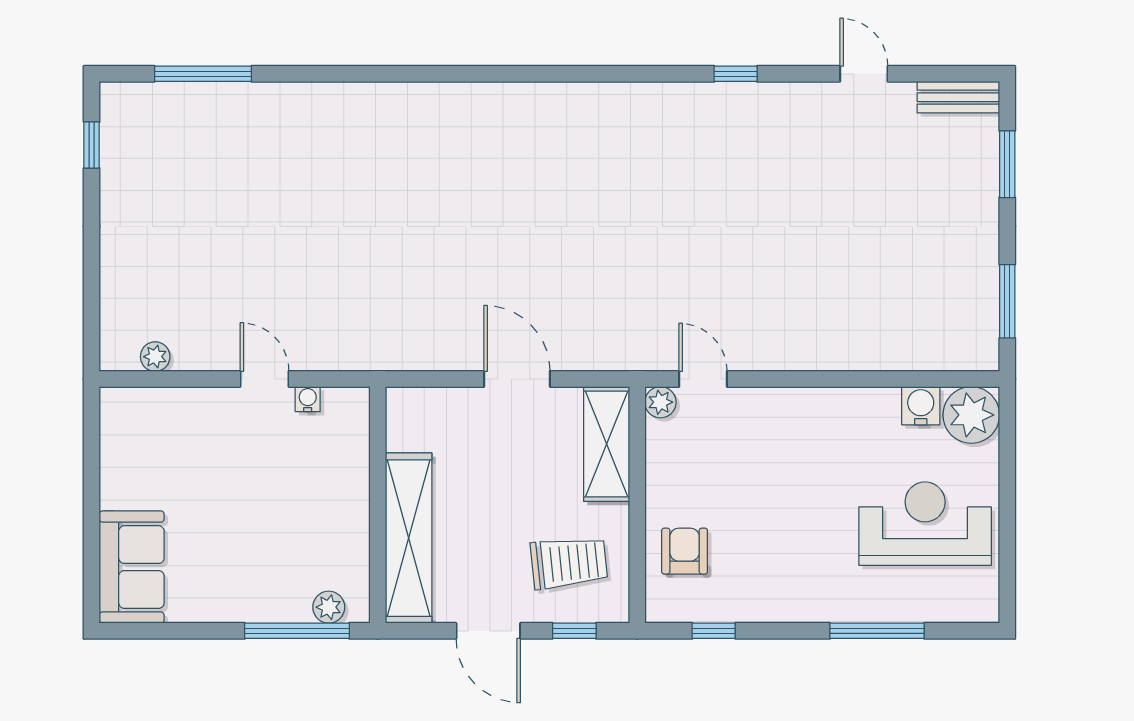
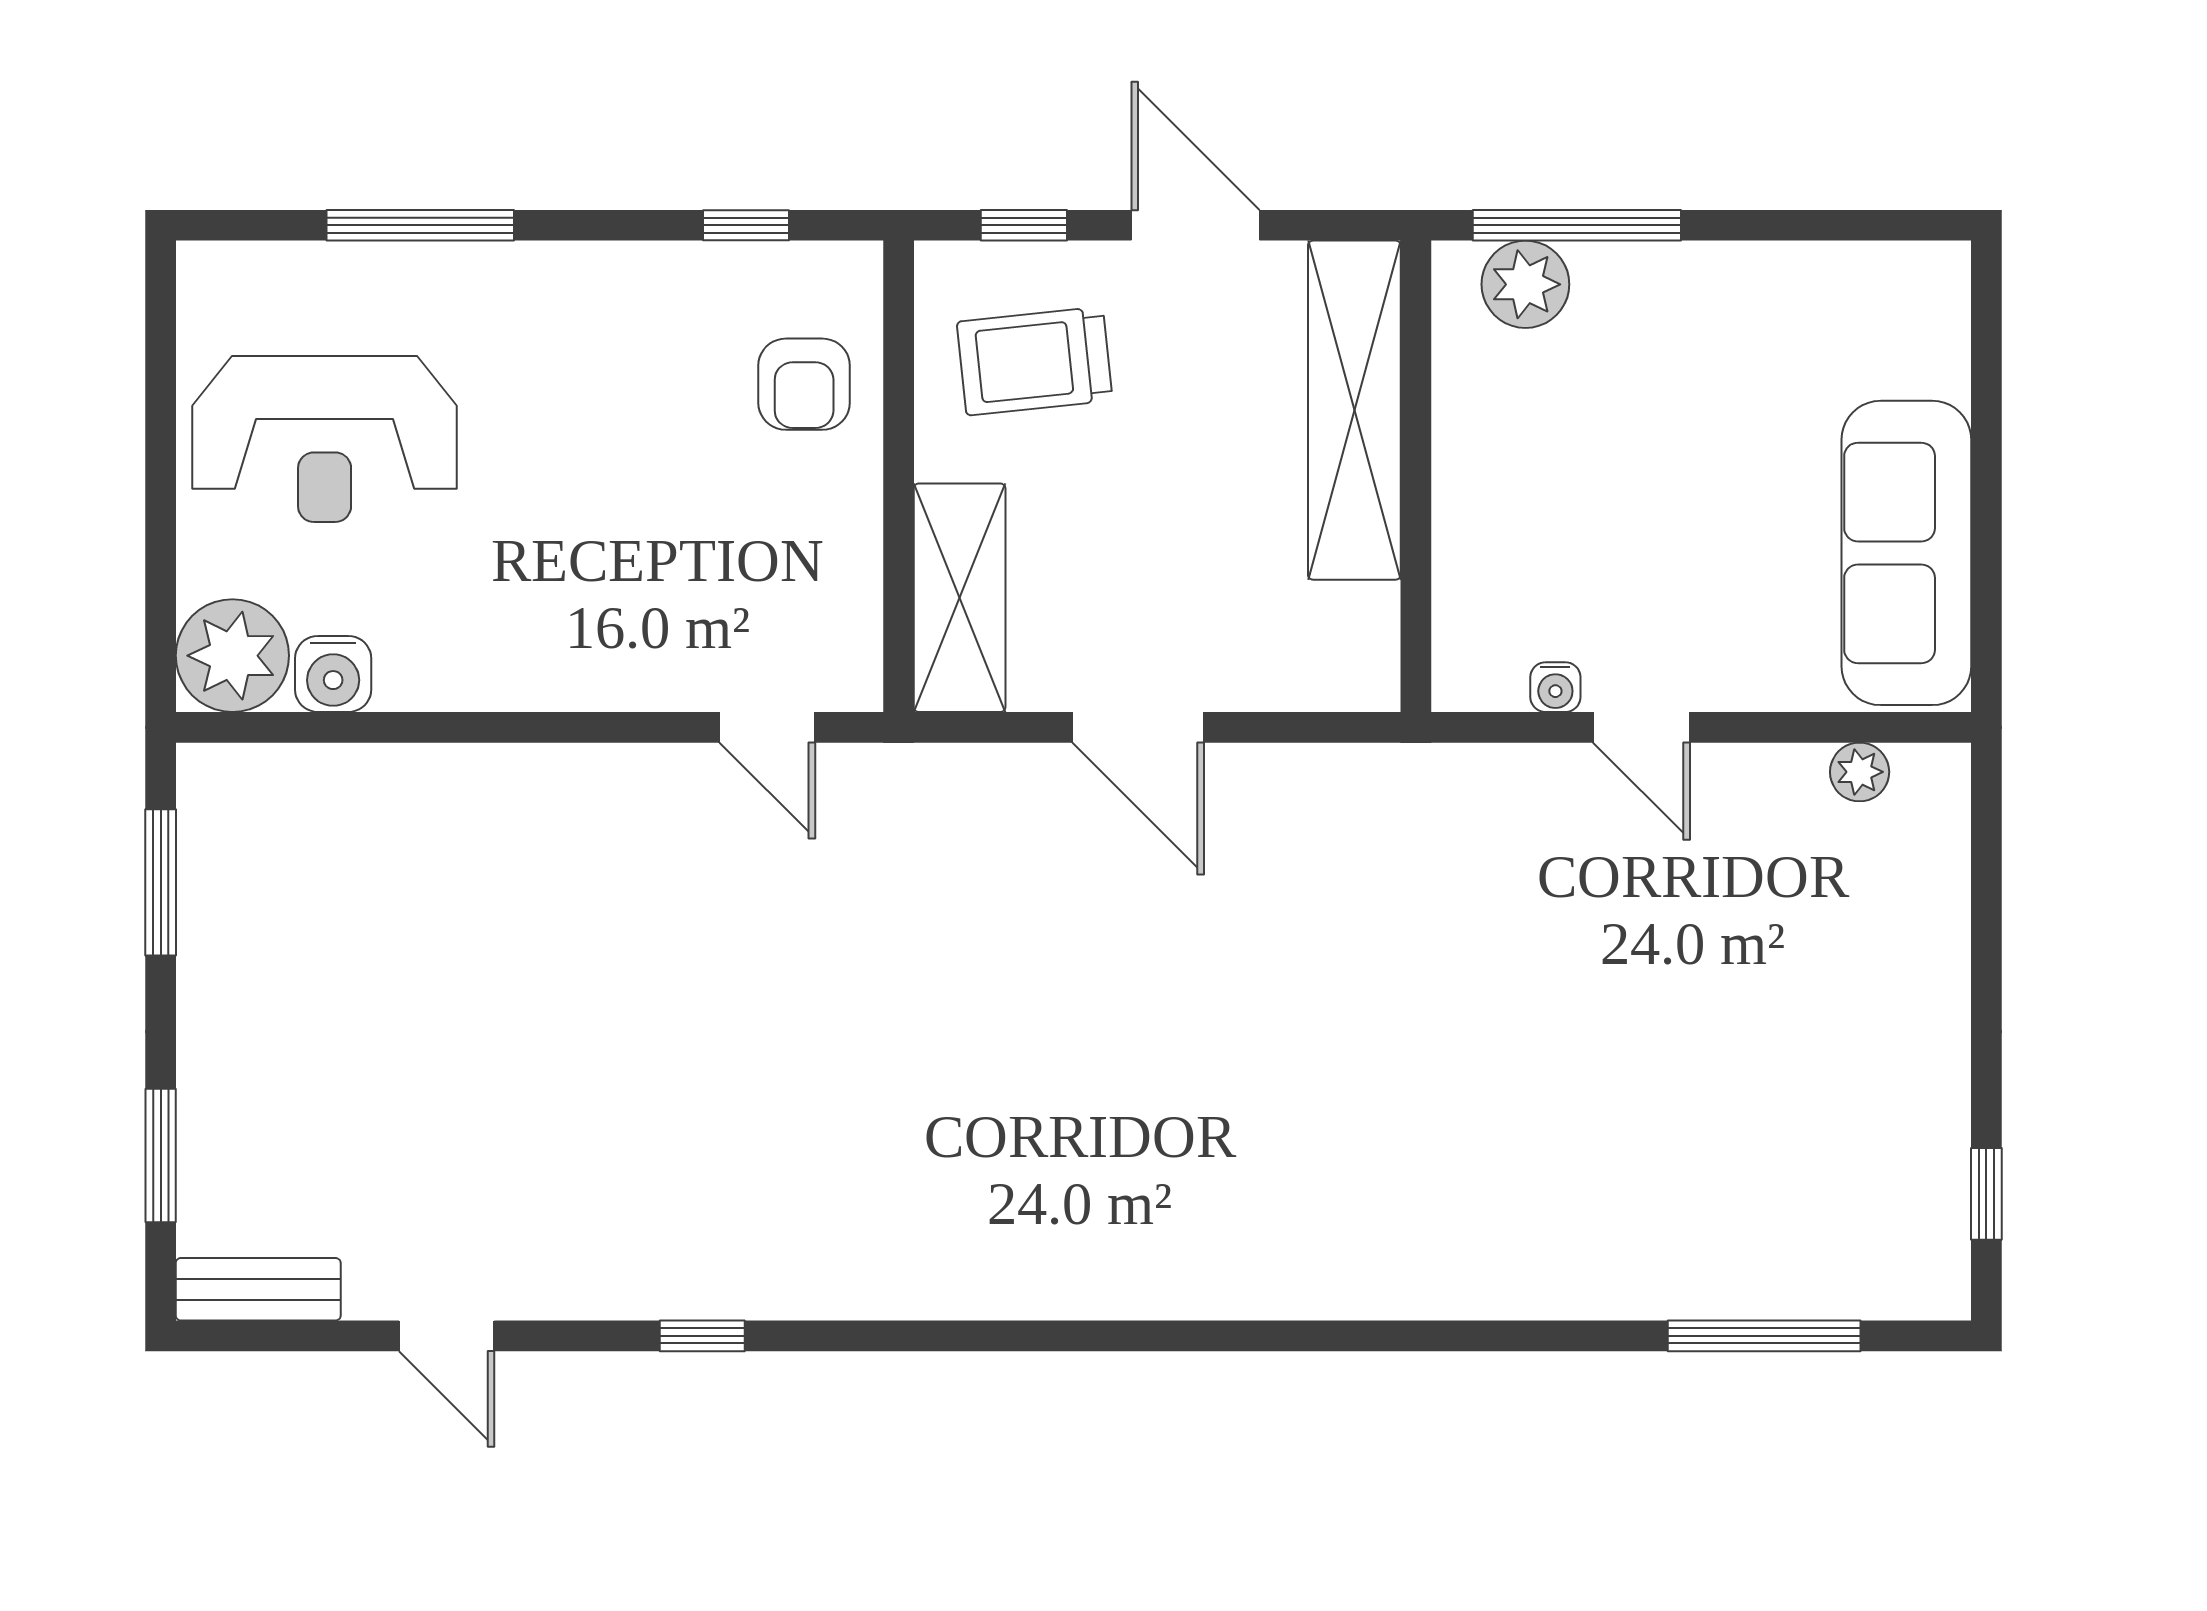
plant: (660, 402) -> (852, 681), removed
sofa: (132, 567) -> (1906, 553), moved, width x1.36
plant: (329, 607) -> (1525, 284), width x1.38, depth x1.38

